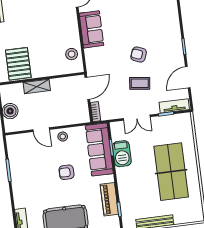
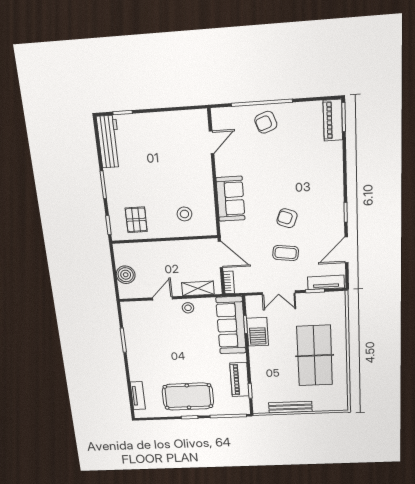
sofa: (91, 29) -> (230, 199), moved
stool: (72, 54) -> (184, 214), moved
pallet: (18, 64) -> (136, 220), width x0.67, depth x0.71
shelving: (37, 86) -> (198, 288), moved
door: (87, 88) -> (220, 255), hinge flipped
door: (41, 130) -> (162, 298), swing flipped
armchair: (66, 172) -> (191, 347), removed

